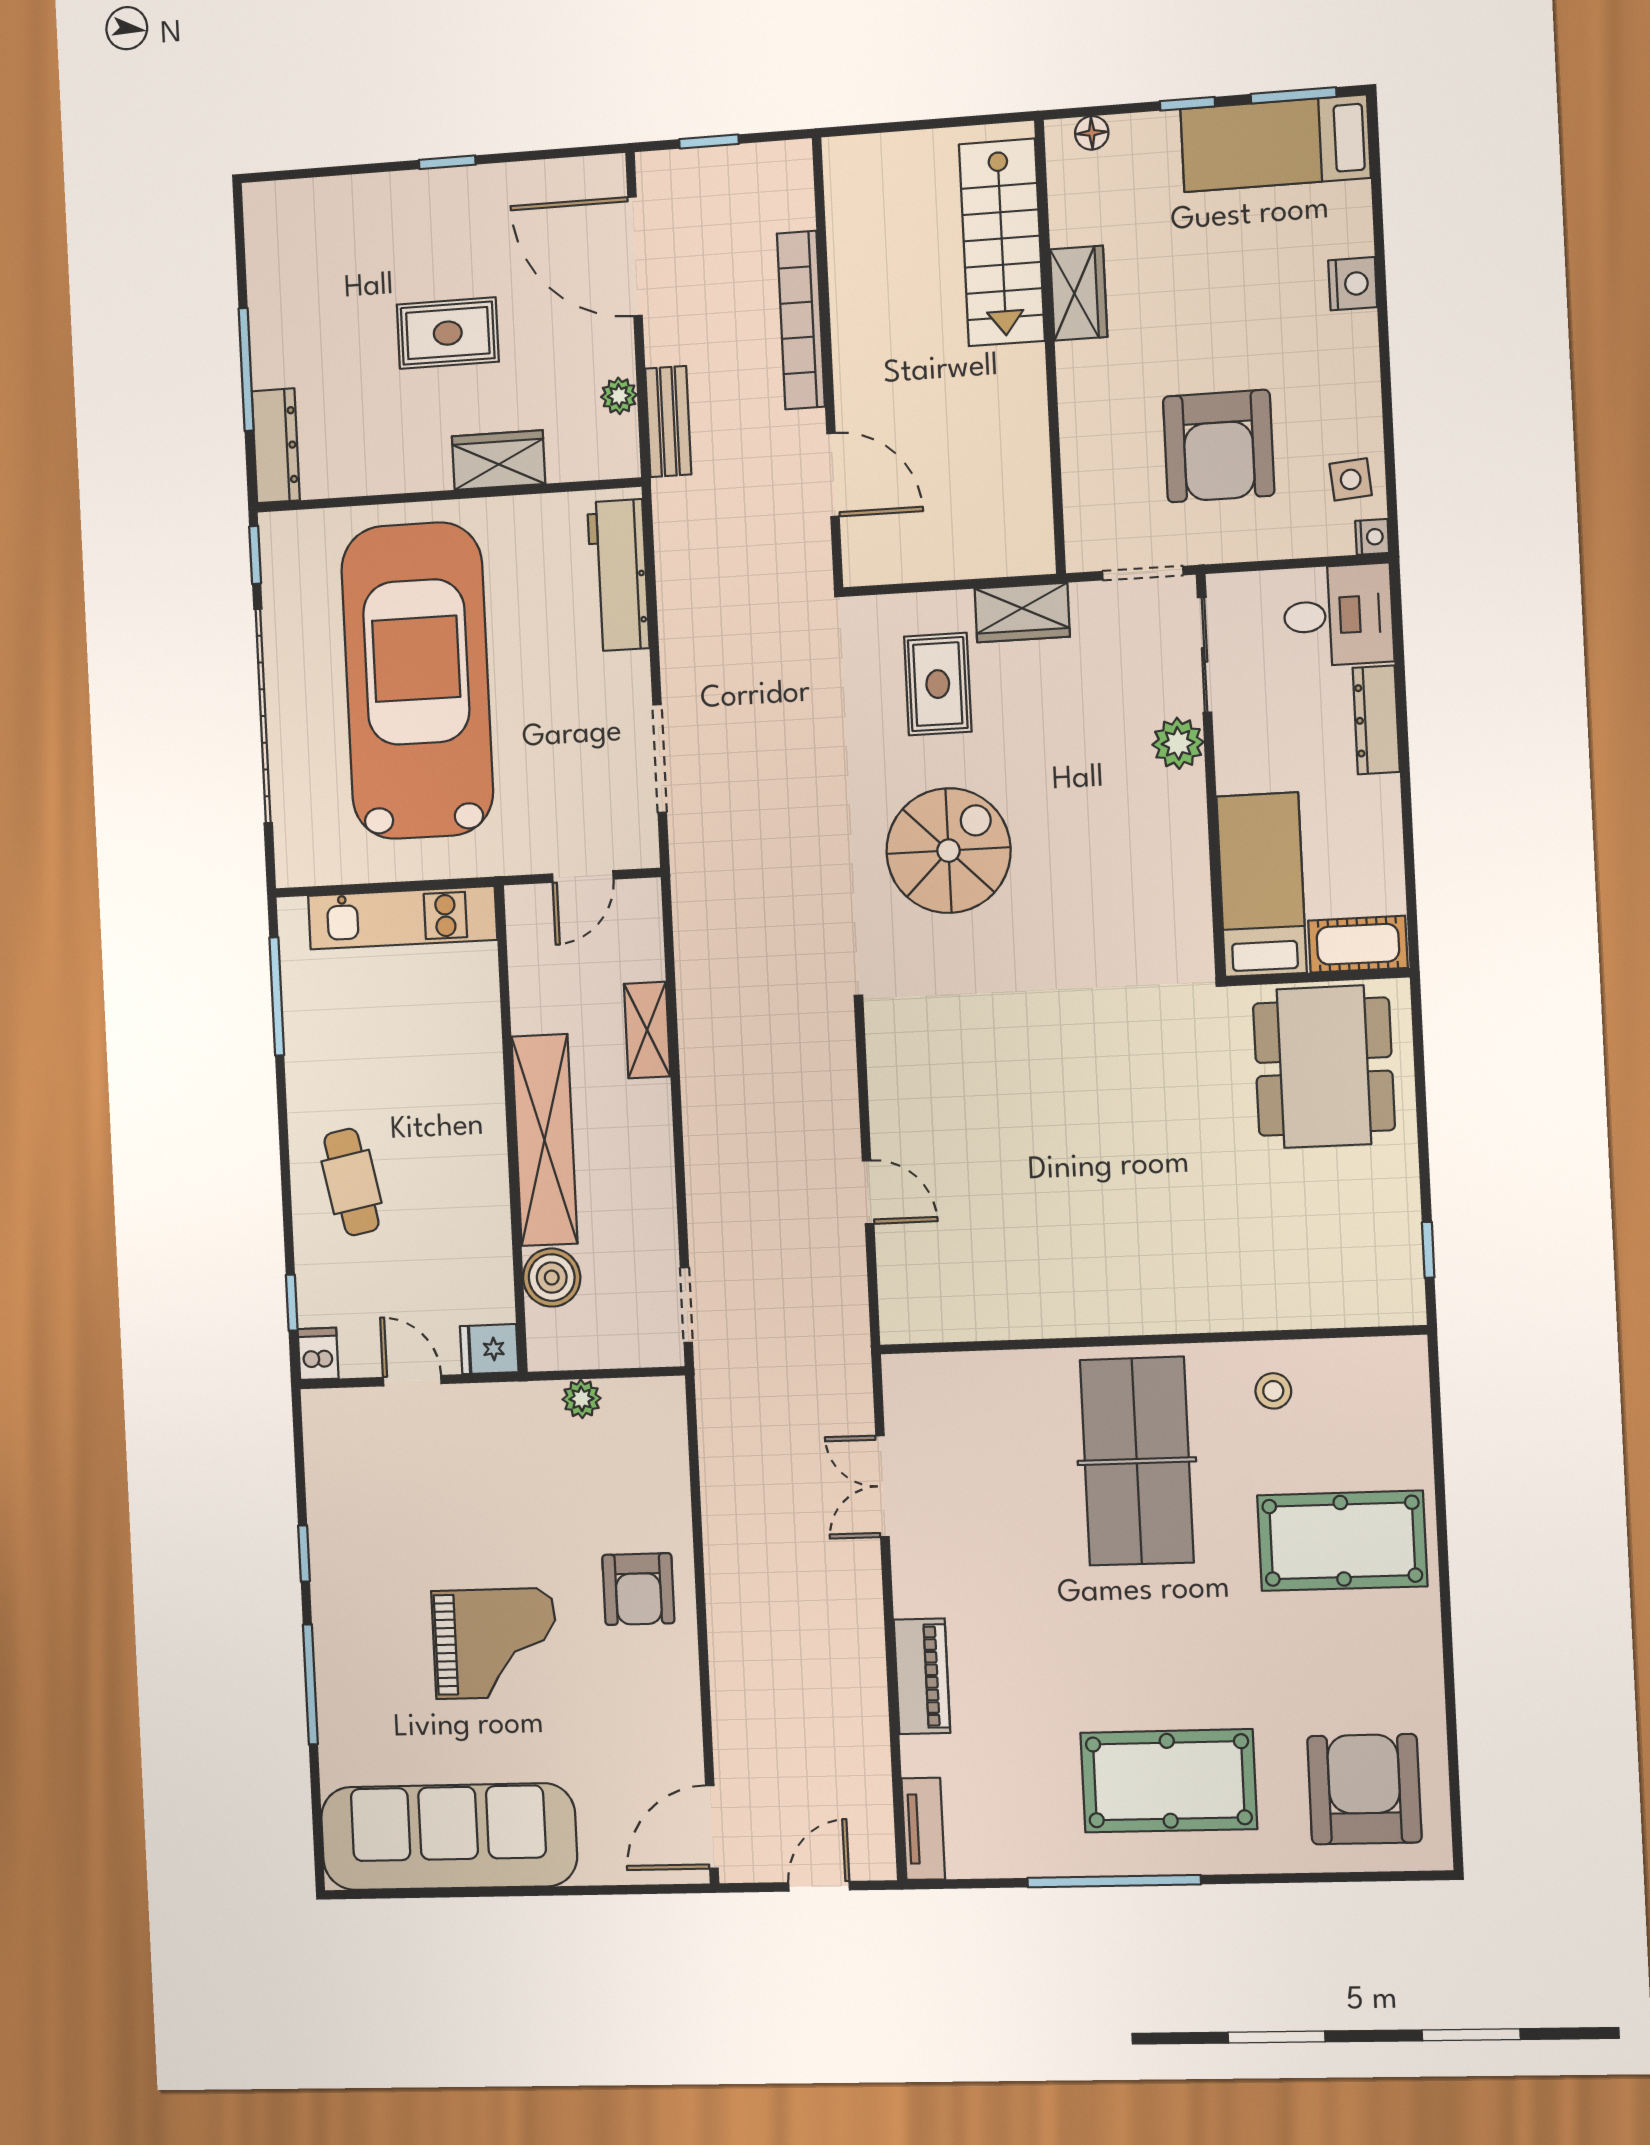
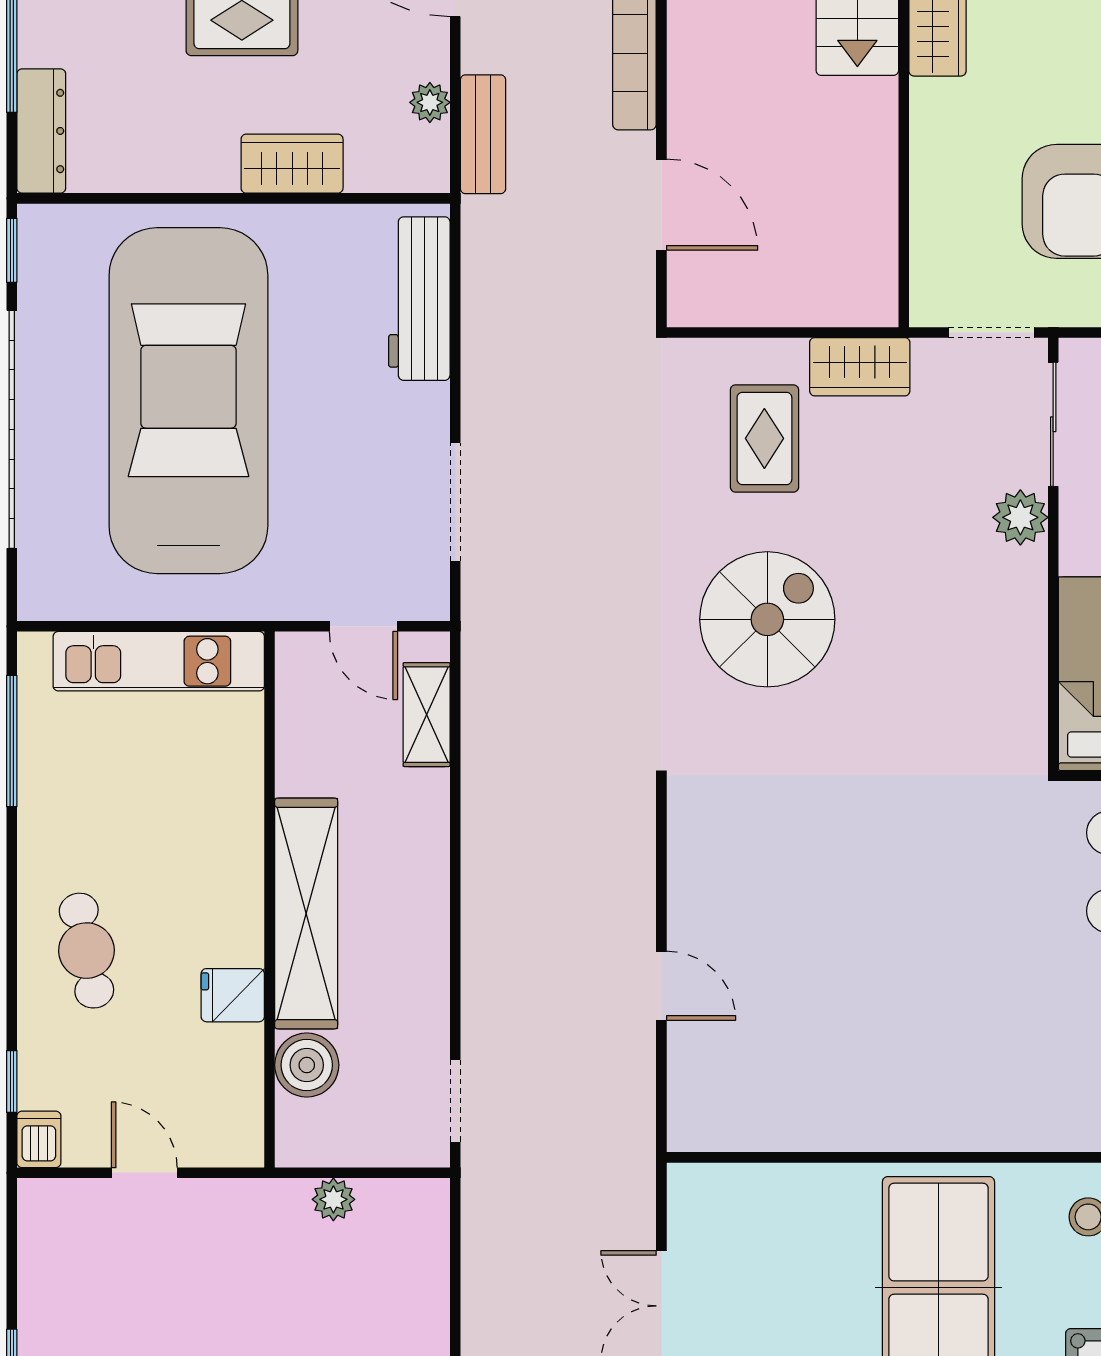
door: (583, 876) -> (363, 626), hinge flipped
shelving: (647, 1030) -> (427, 715), moved
fridge: (489, 1349) -> (233, 995), moved

